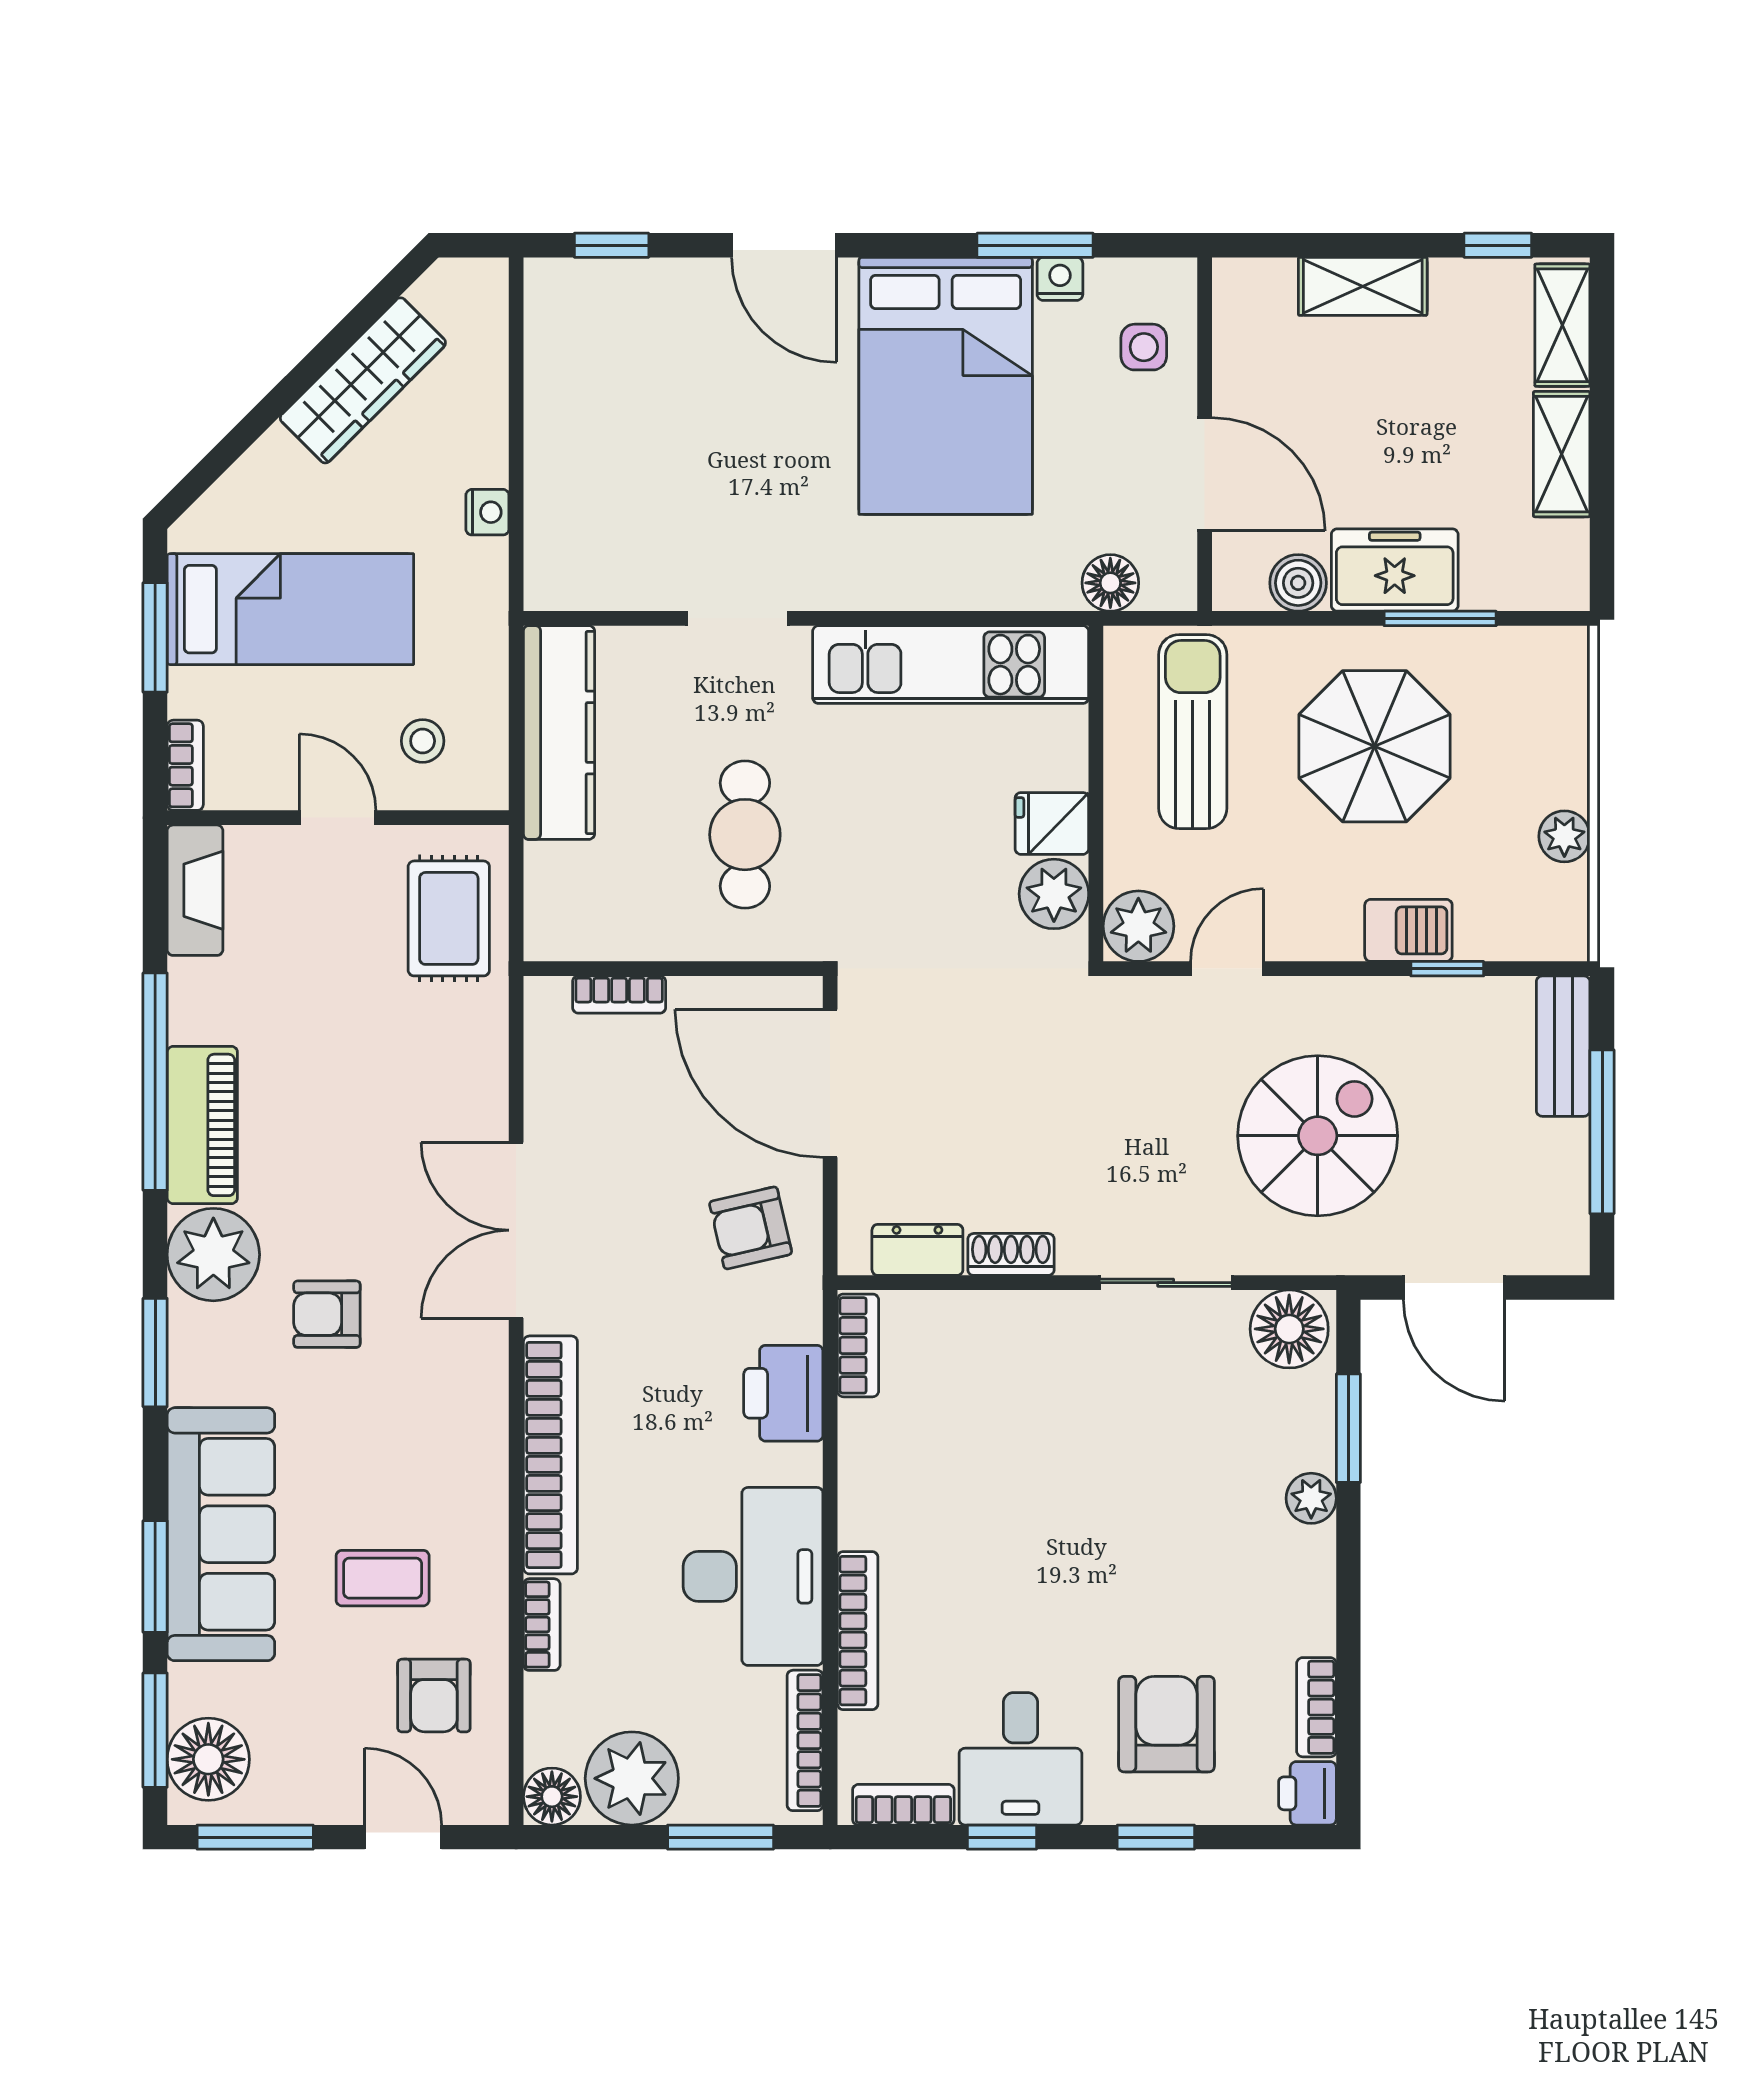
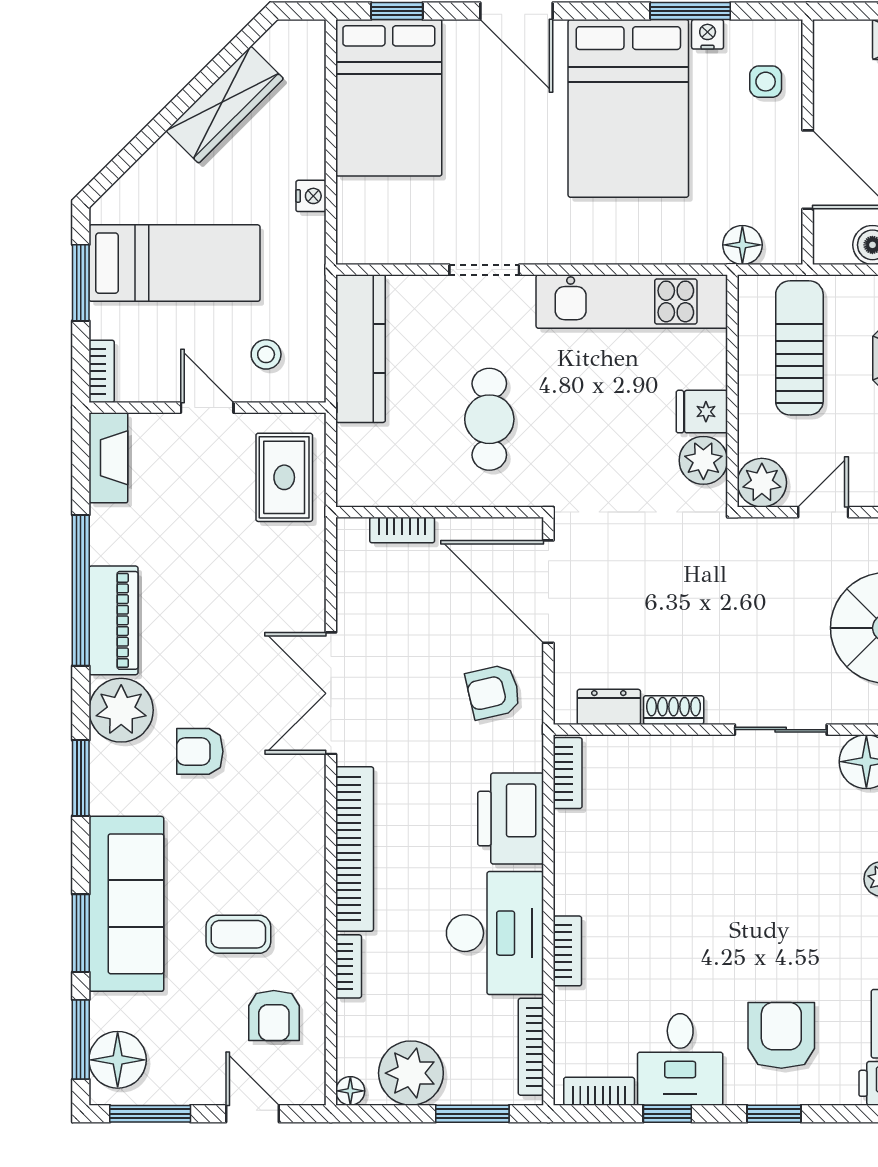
bed: (600, 370) -> (389, 98), added
printer: (783, 1393) -> (511, 819), width x1.37, depth x1.19
bookcase: (858, 1631) -> (567, 951), width x0.64
floor lamp: (552, 1797) -> (350, 1091), width x0.73, depth x0.73

